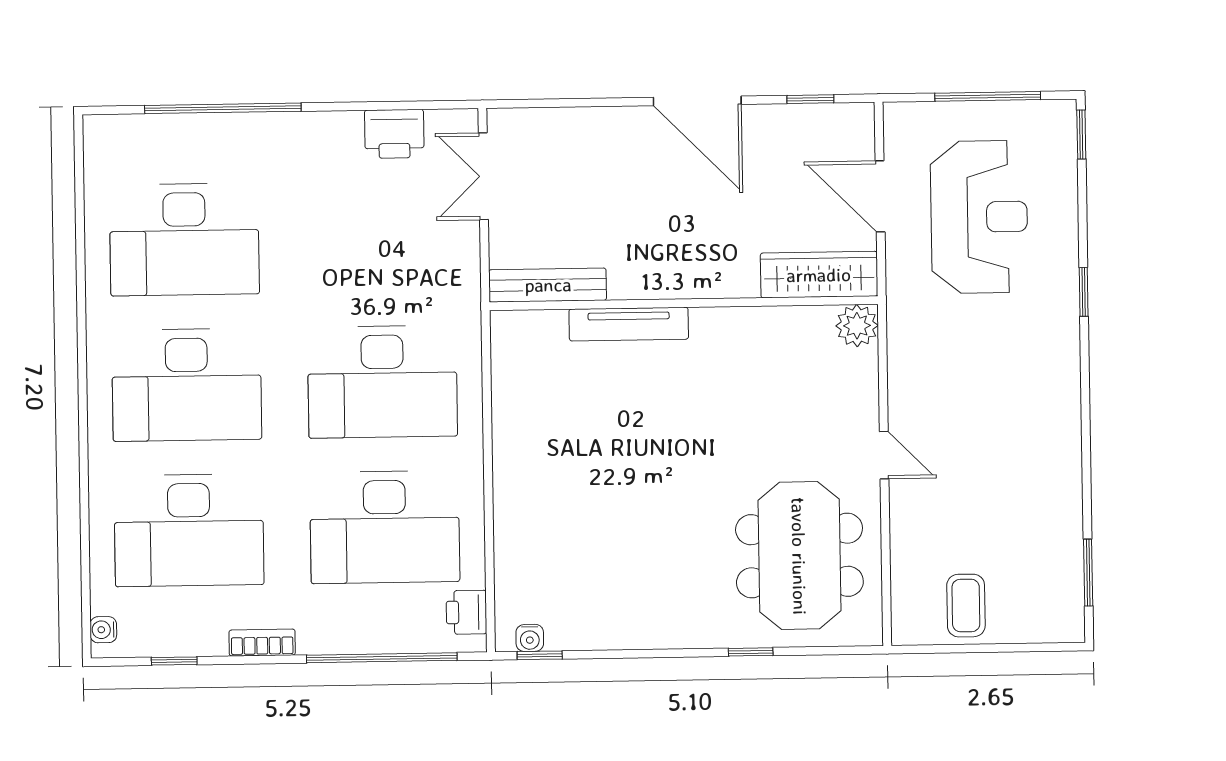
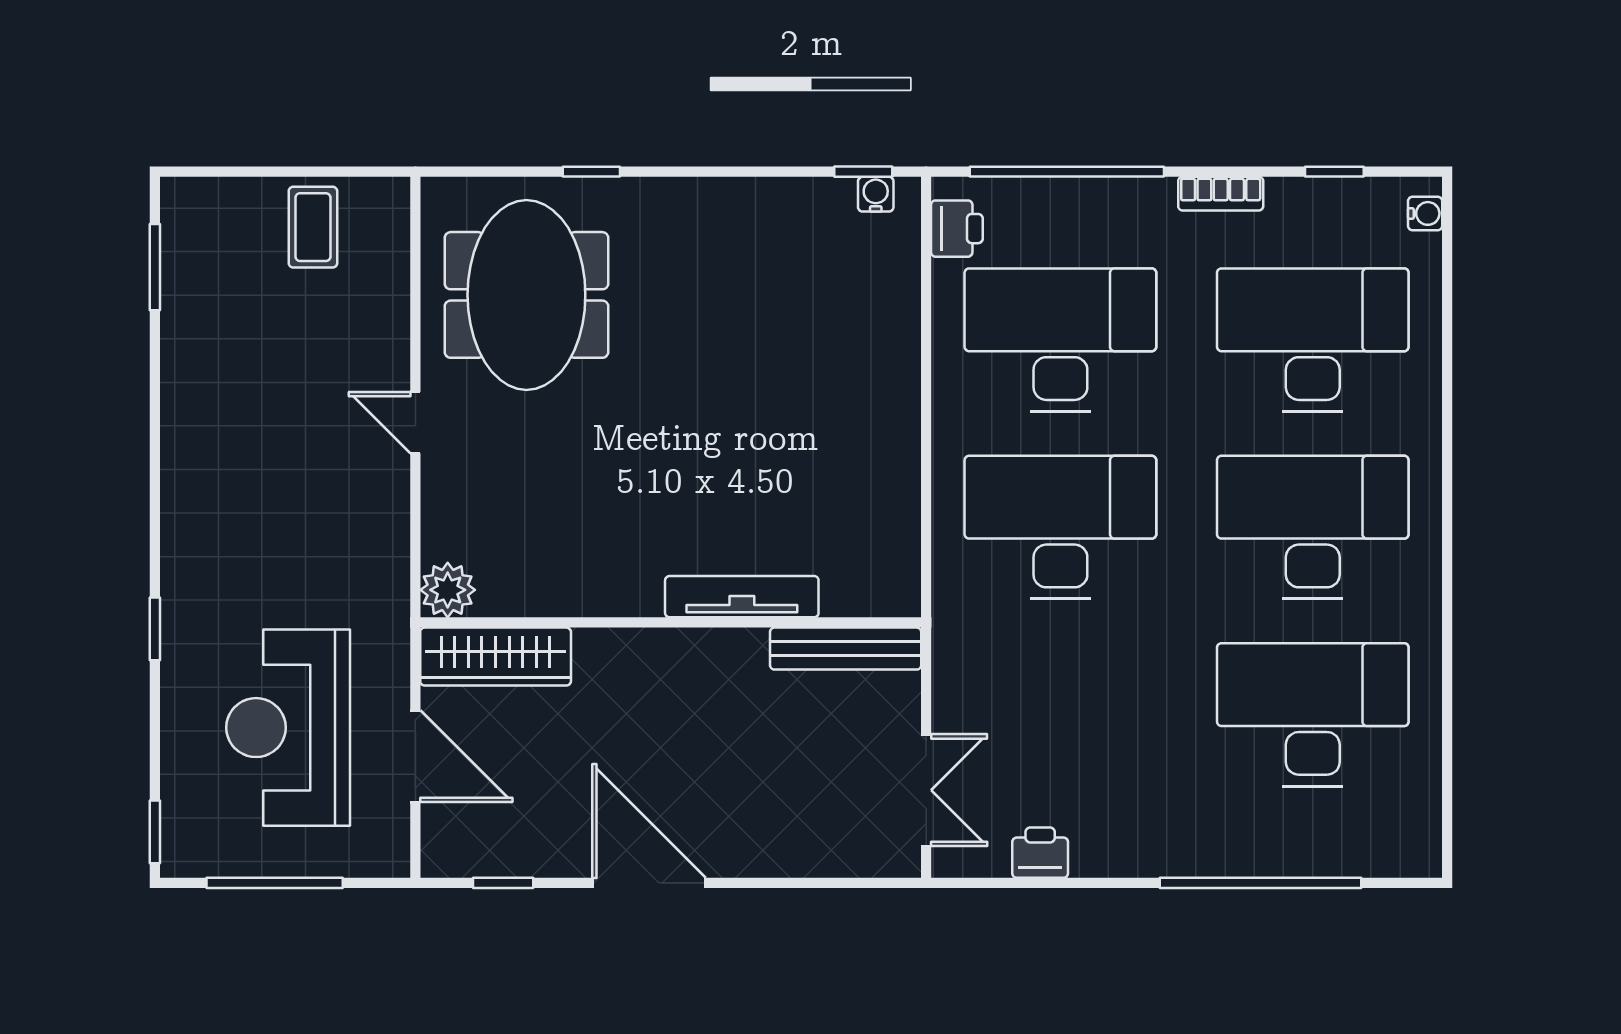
printer: (394, 134) -> (1040, 853), width x0.73, depth x0.81

